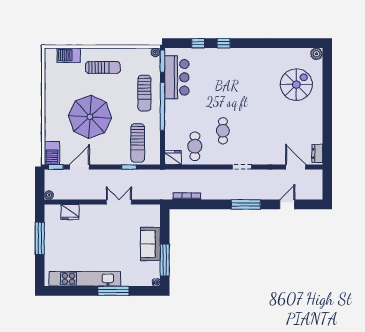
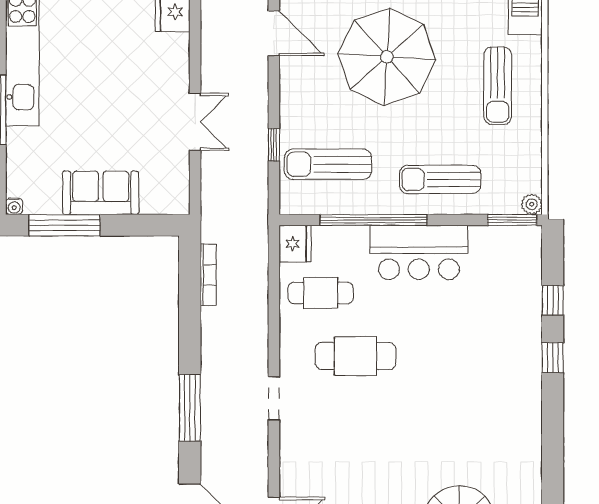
bar counter: (177, 77) -> (419, 252), moved
window: (162, 106) -> (374, 220), moved
cafe table: (223, 131) -> (355, 356), width x1.37, depth x1.35

